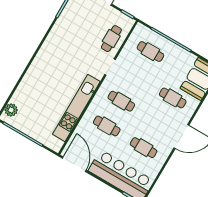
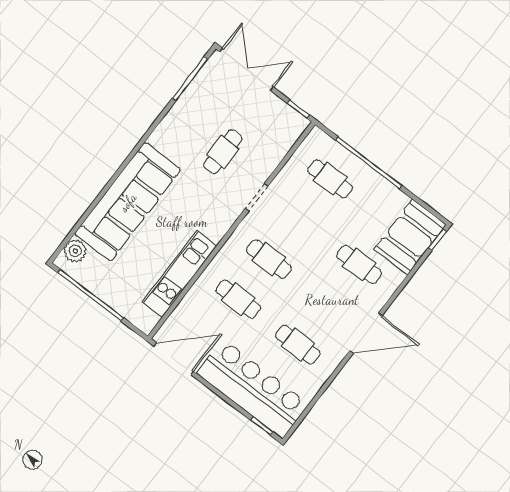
cafe table: (111, 39) -> (223, 152), moved
sofa: (37, 78) -> (128, 202), added
kitchen unit: (76, 108) -> (179, 274), width x0.73
door: (74, 164) -> (174, 359), hinge flipped

